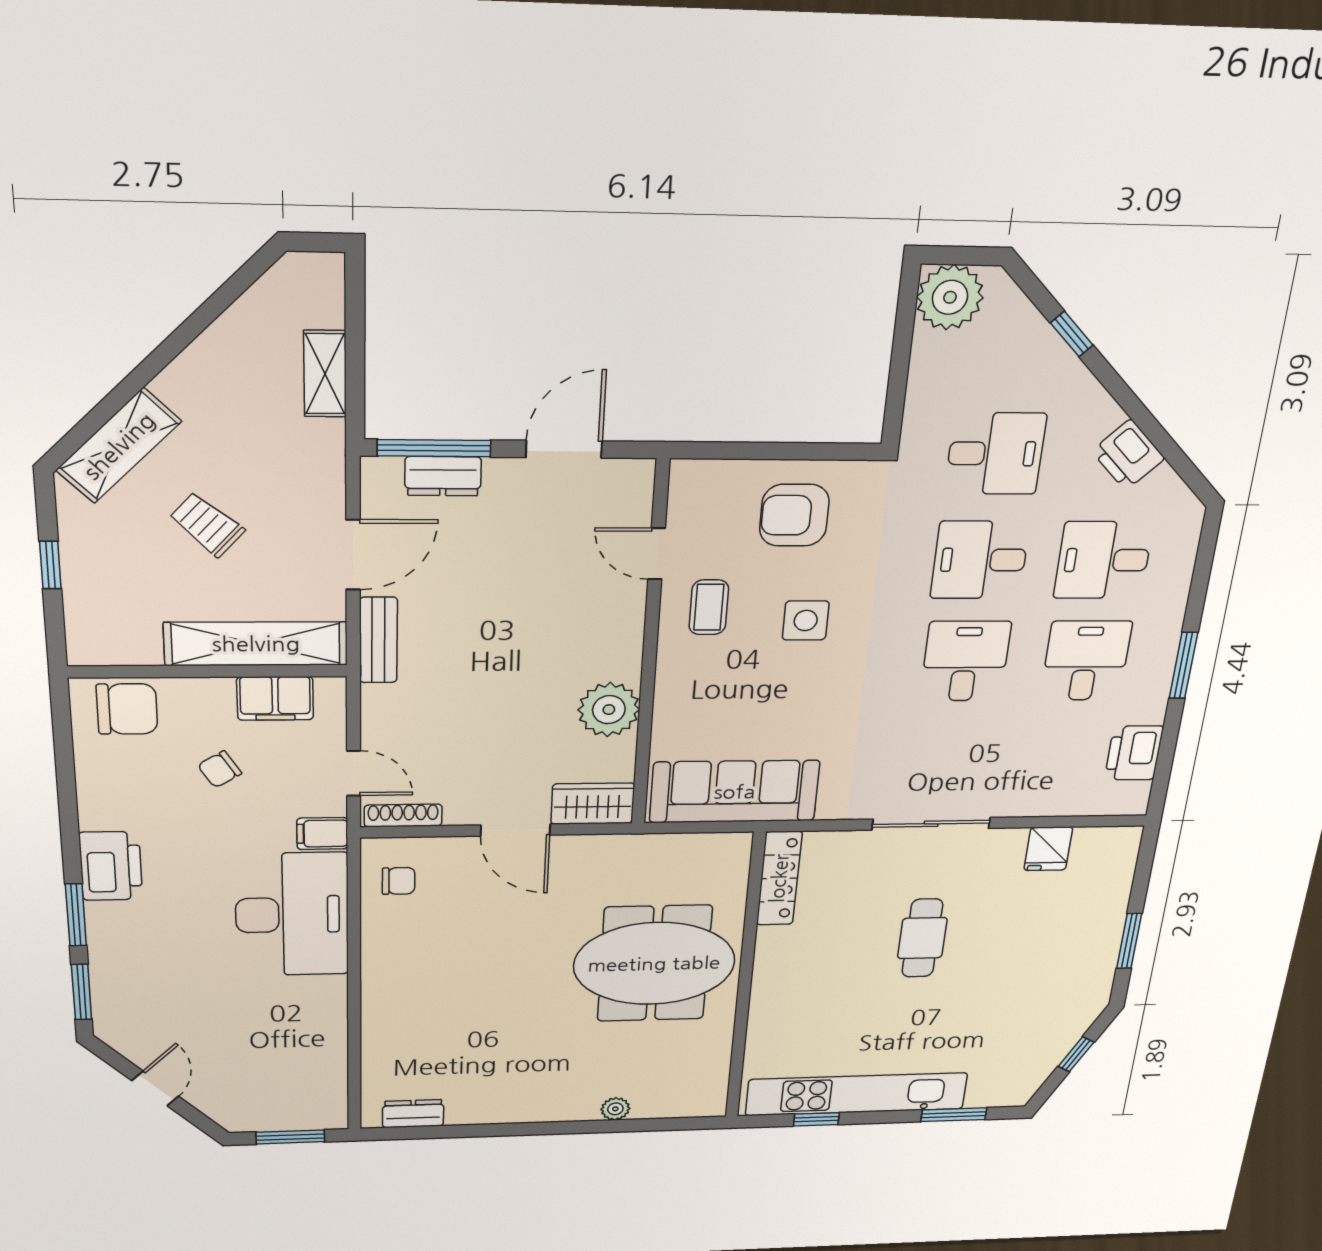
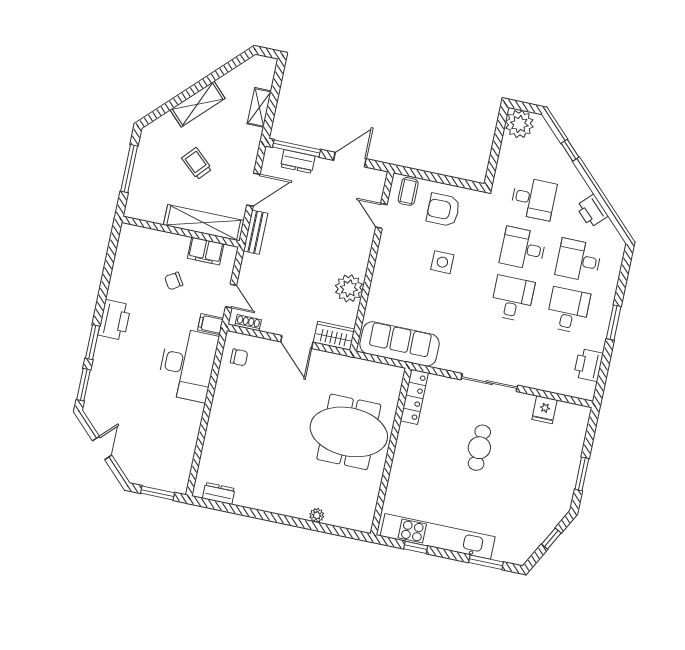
shelving: (119, 446) -> (198, 104), moved
window: (50, 565) -> (129, 169), width x2.17
coffee table: (709, 607) -> (408, 191), moved
chair: (127, 709) -> (142, 242), removed
shoe rack: (403, 816) -> (248, 323), width x0.70

